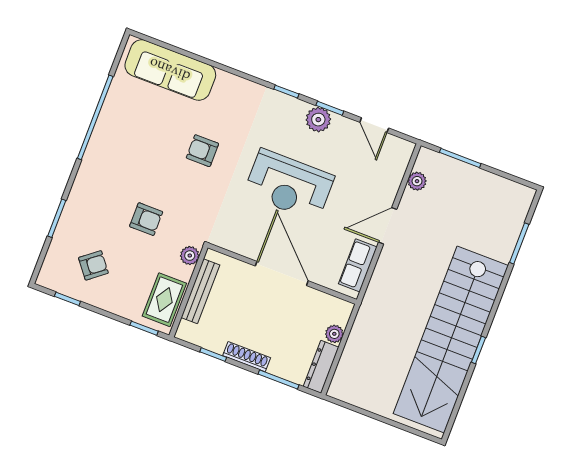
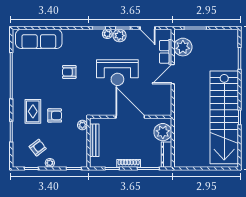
plant: (297, 108) -> (107, 34), added
plant: (417, 181) -> (183, 47), width x1.87, depth x1.87
row of seats: (358, 265) -> (166, 52), moved
rug: (164, 300) -> (33, 111), moved
plant: (105, 301) -> (50, 163), added
plant: (334, 334) -> (163, 132), width x1.87, depth x1.87

